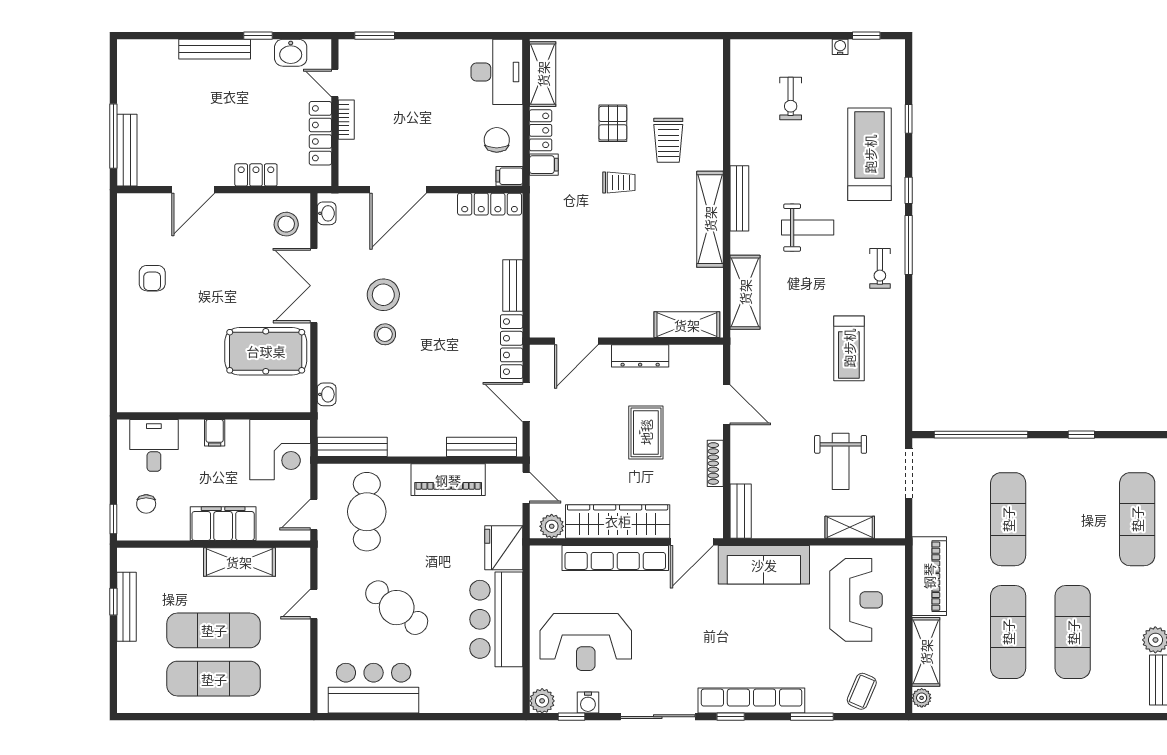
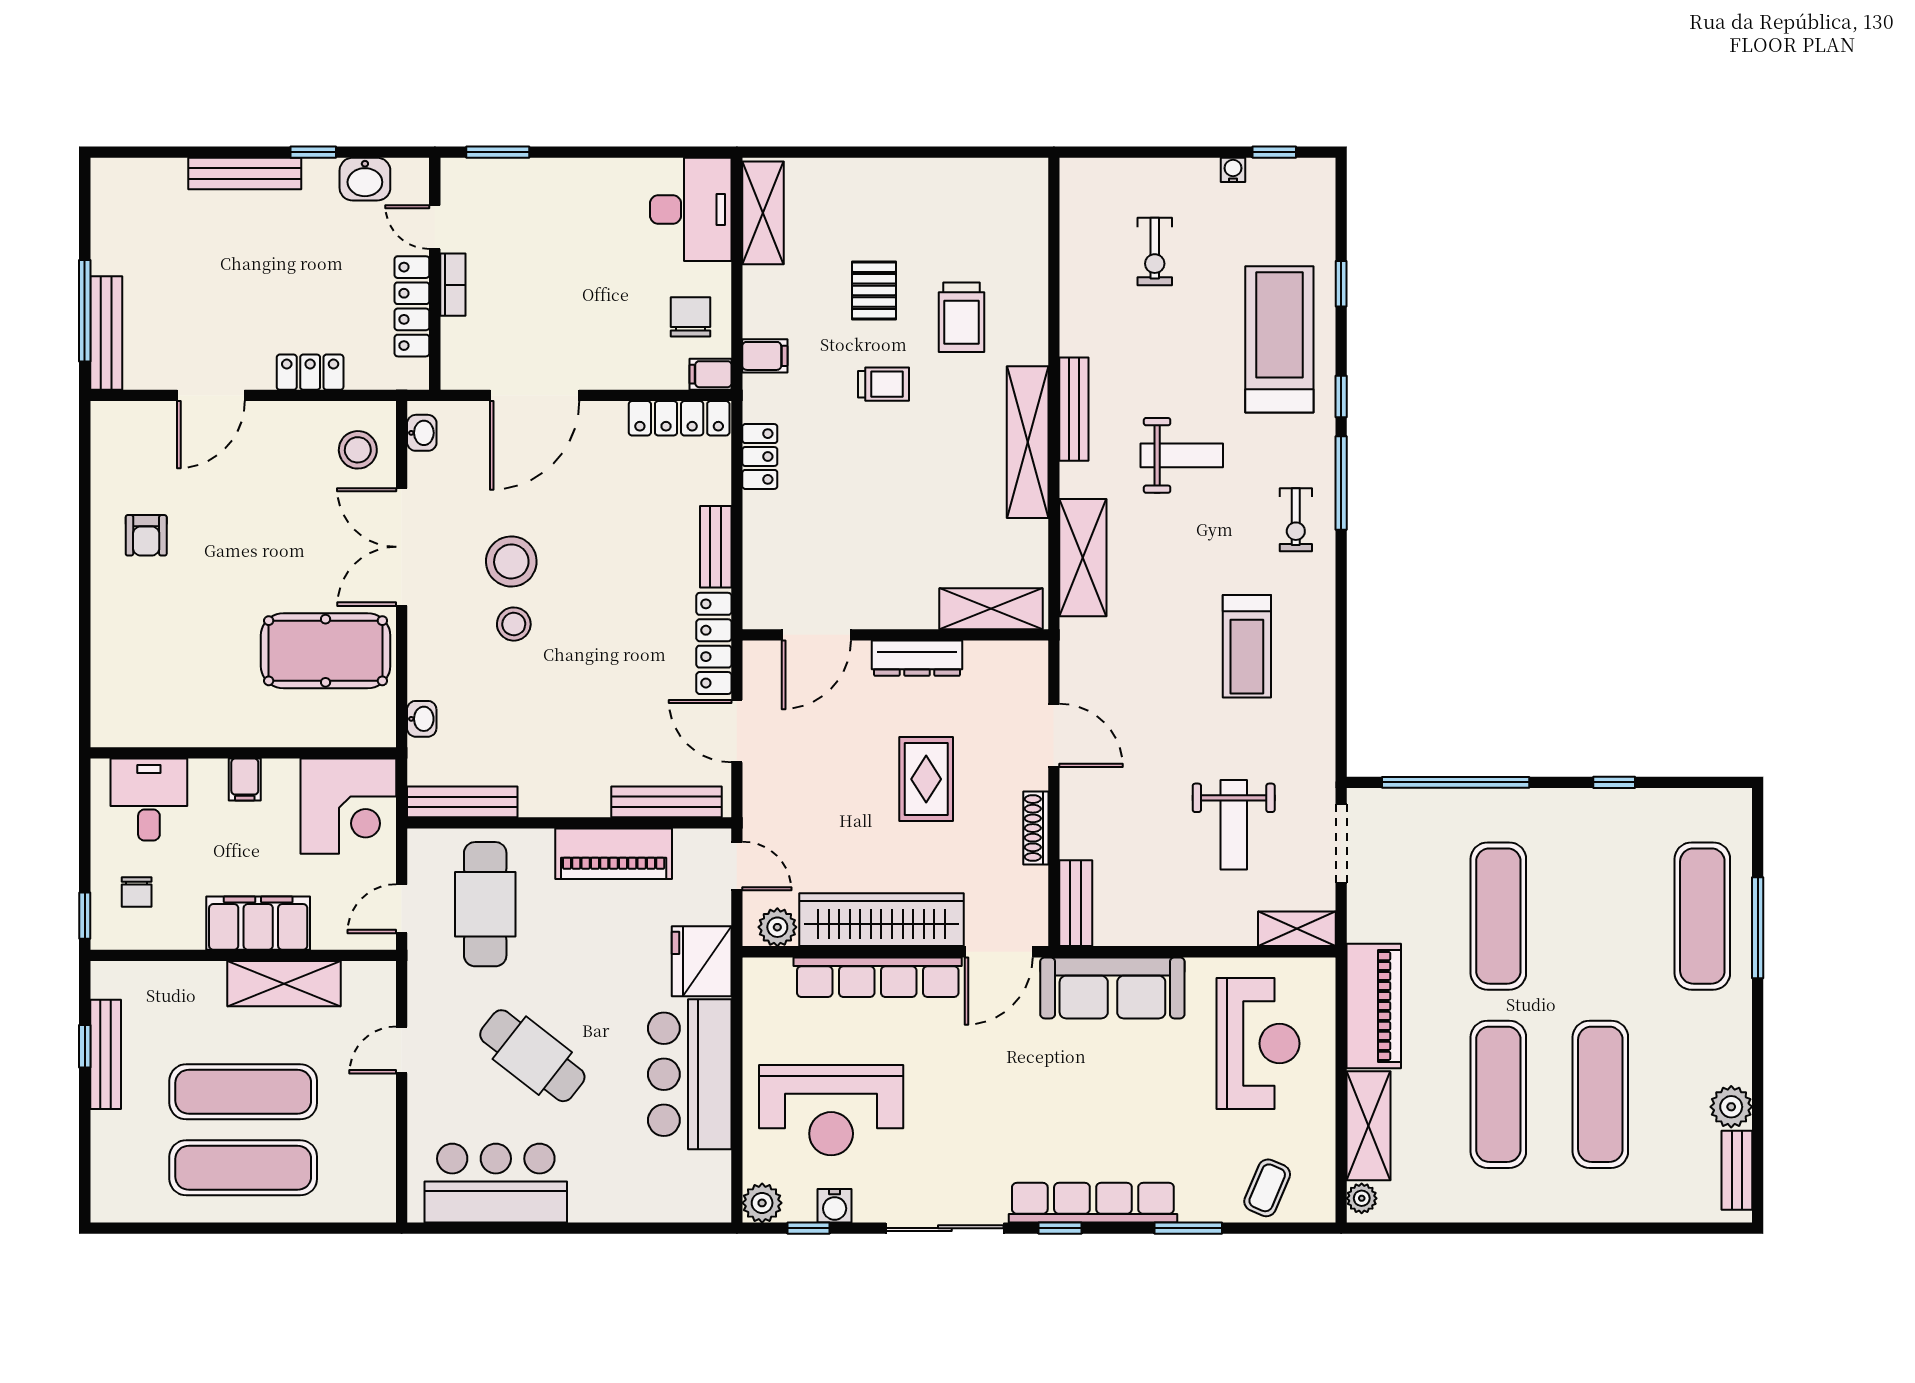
locker: (541, 130) -> (760, 456), moved
shelving: (850, 527) -> (1297, 929), moved

